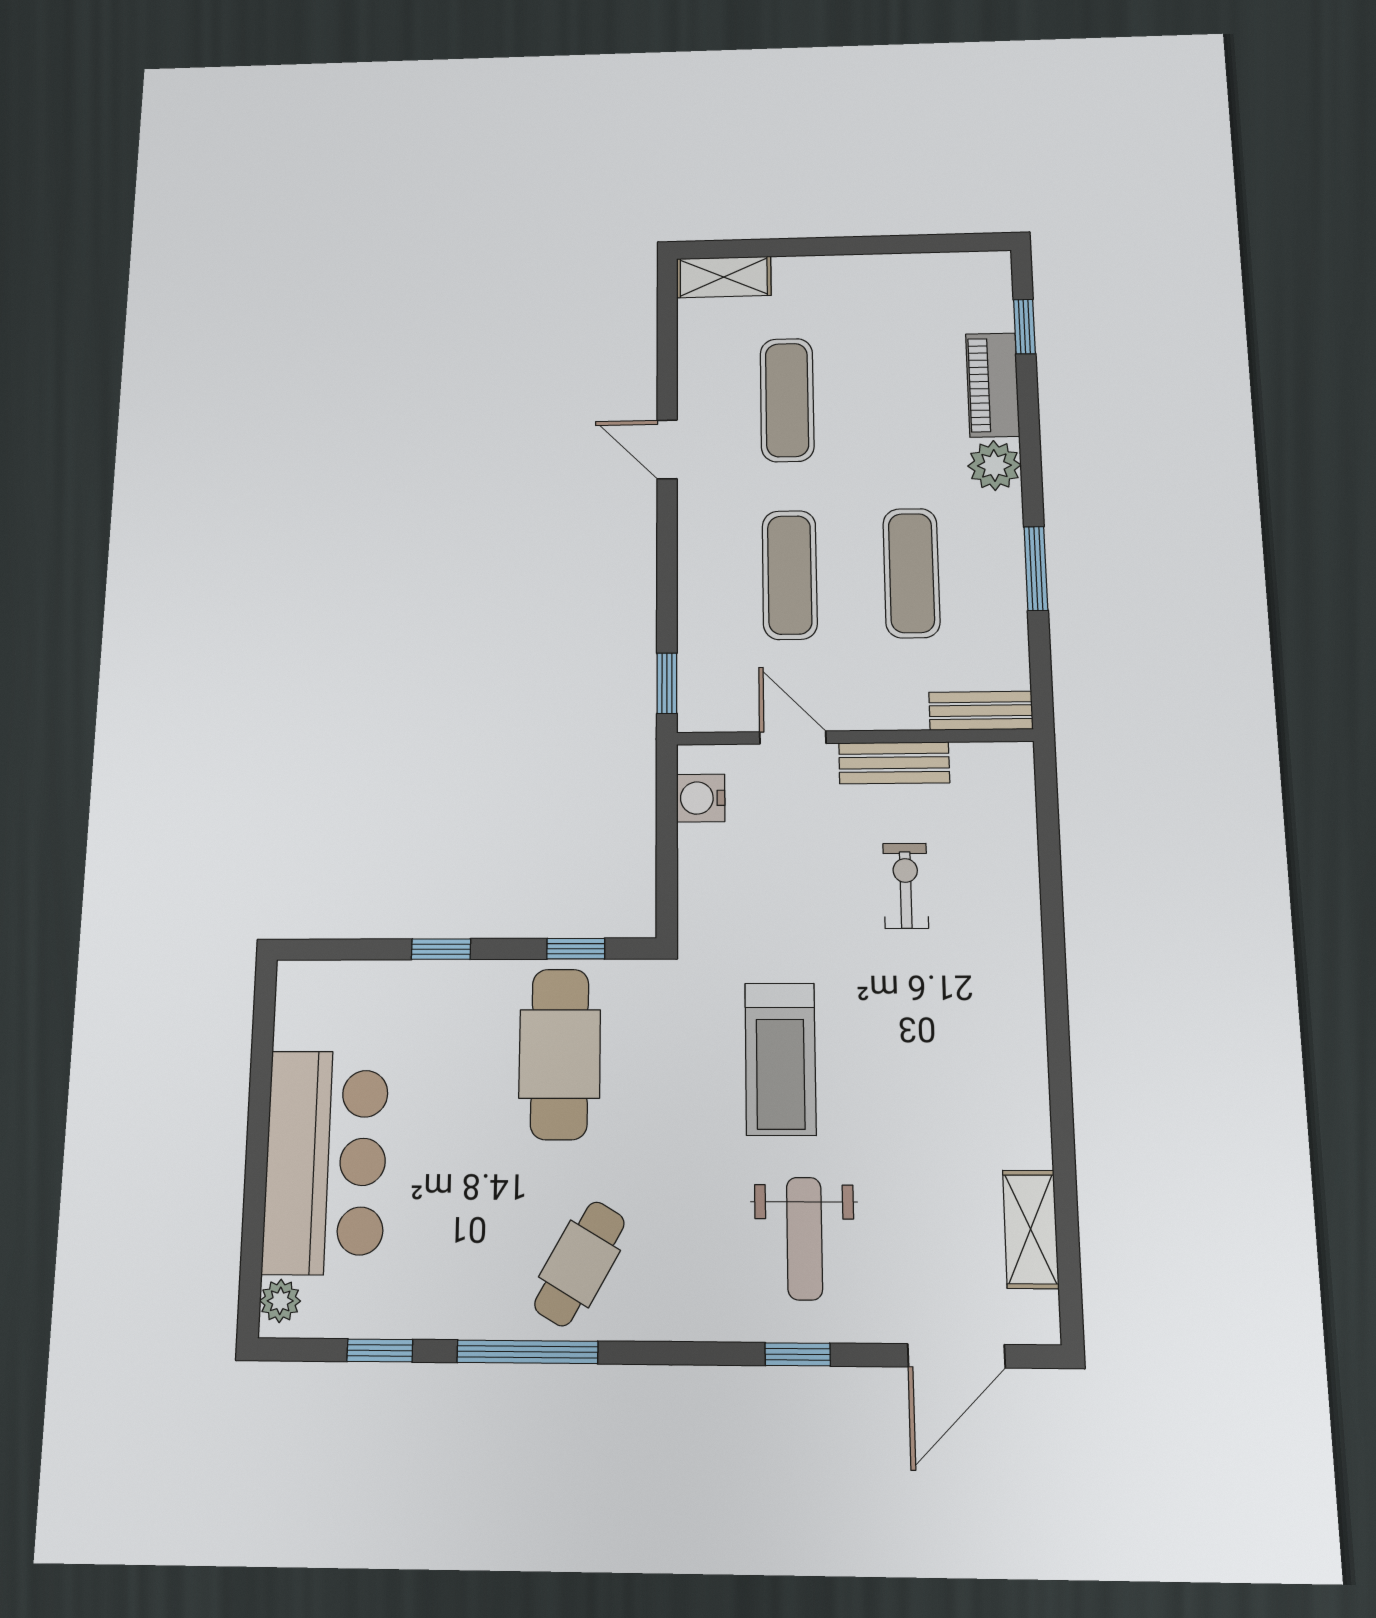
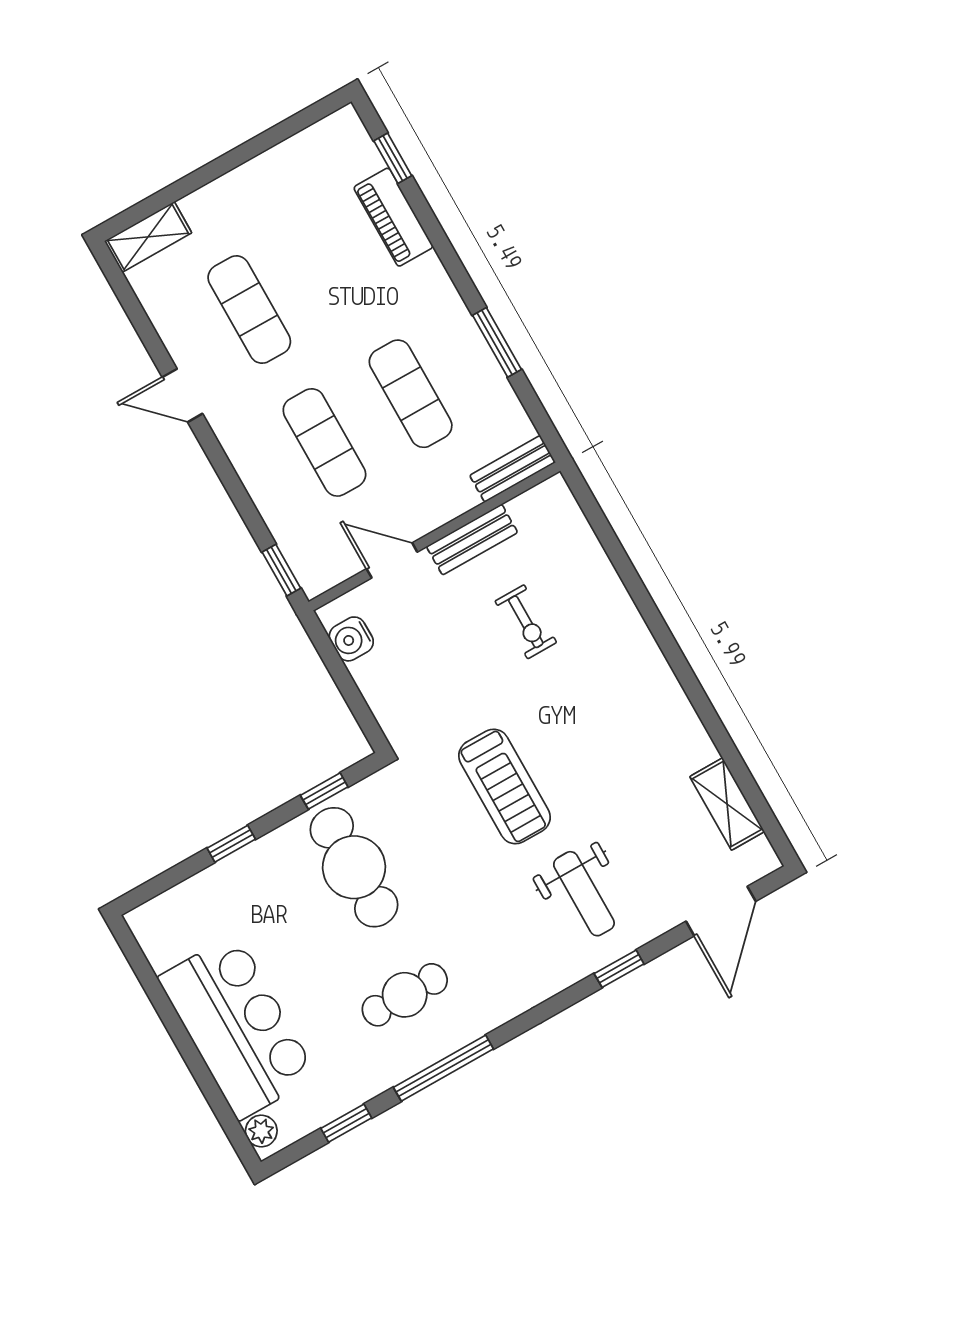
plant: (994, 466) -> (427, 280), removed
exercise bike: (906, 886) -> (526, 622), turned 180
cafe table: (580, 1264) -> (405, 995), moved, turned 60

